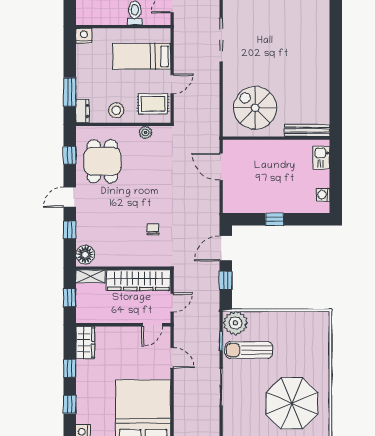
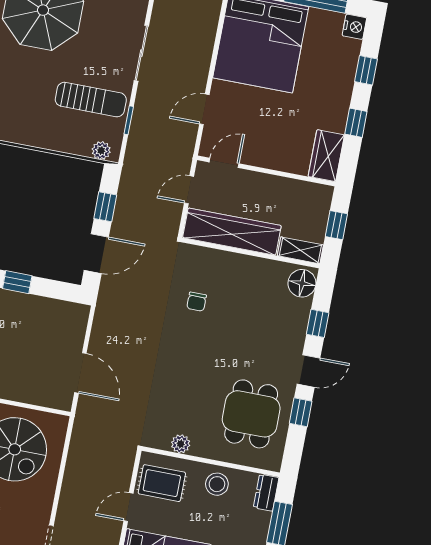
window: (70, 155) -> (301, 412), moved
plant: (235, 323) -> (101, 151), width x0.53, depth x0.53
door: (172, 358) -> (204, 109), hinge flipped

